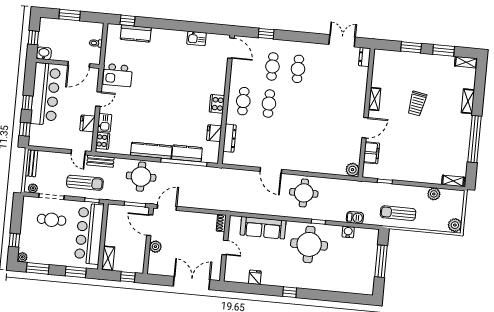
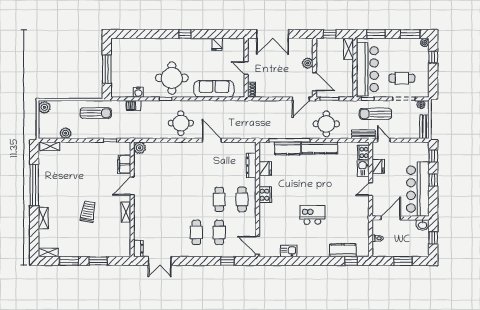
kitchen island: (118, 75) -> (312, 215), moved

